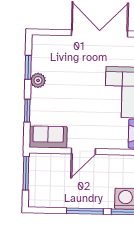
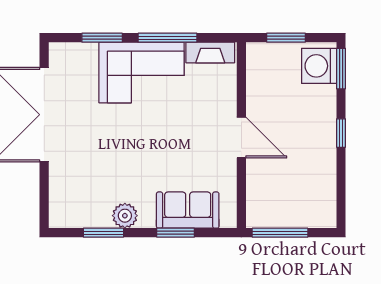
sofa: (48, 137) -> (188, 210), moved, turned 90
window: (85, 211) -> (341, 133), width x0.46

